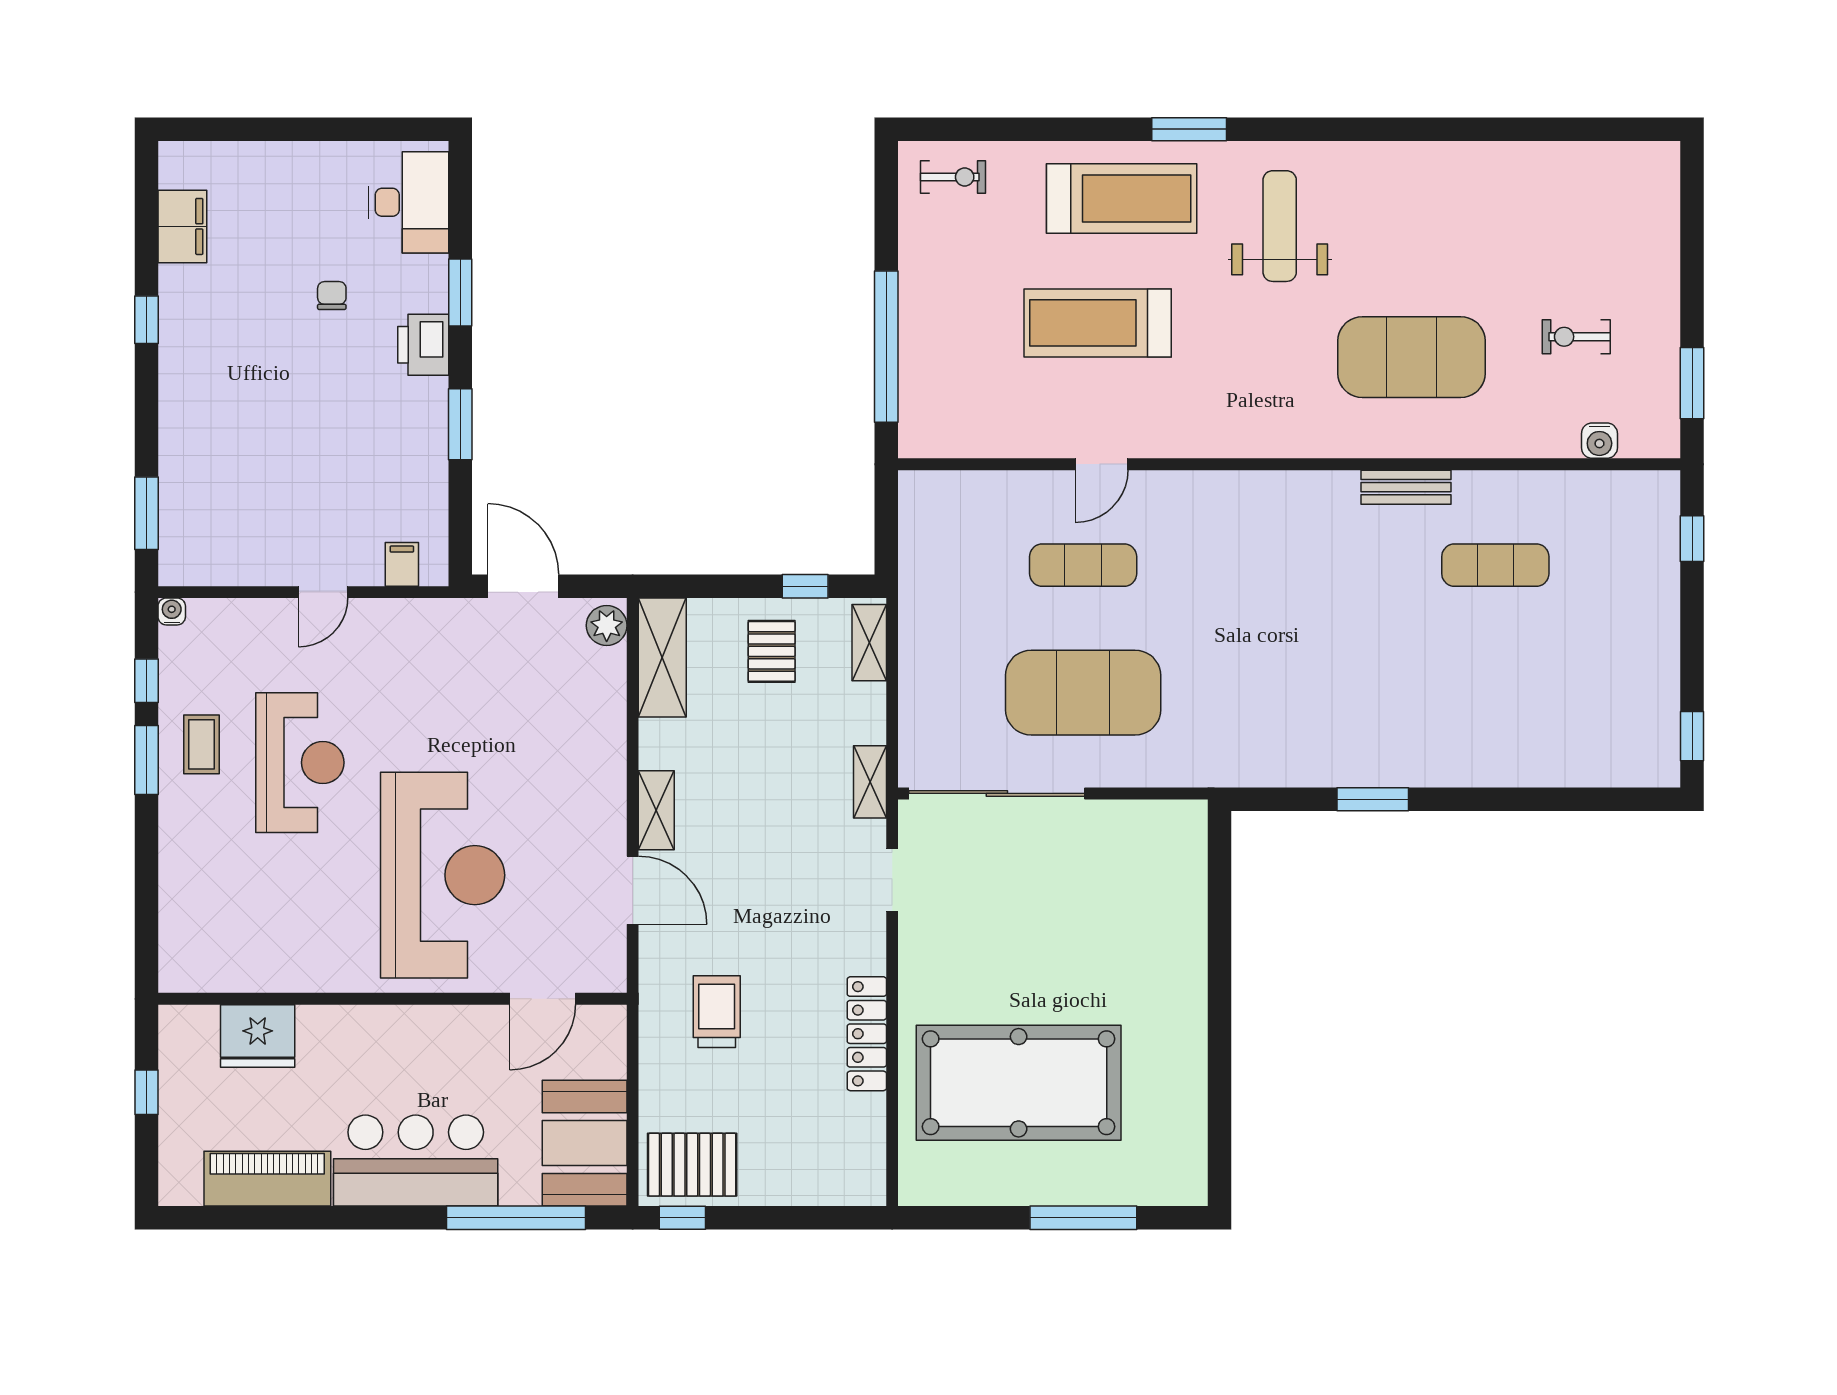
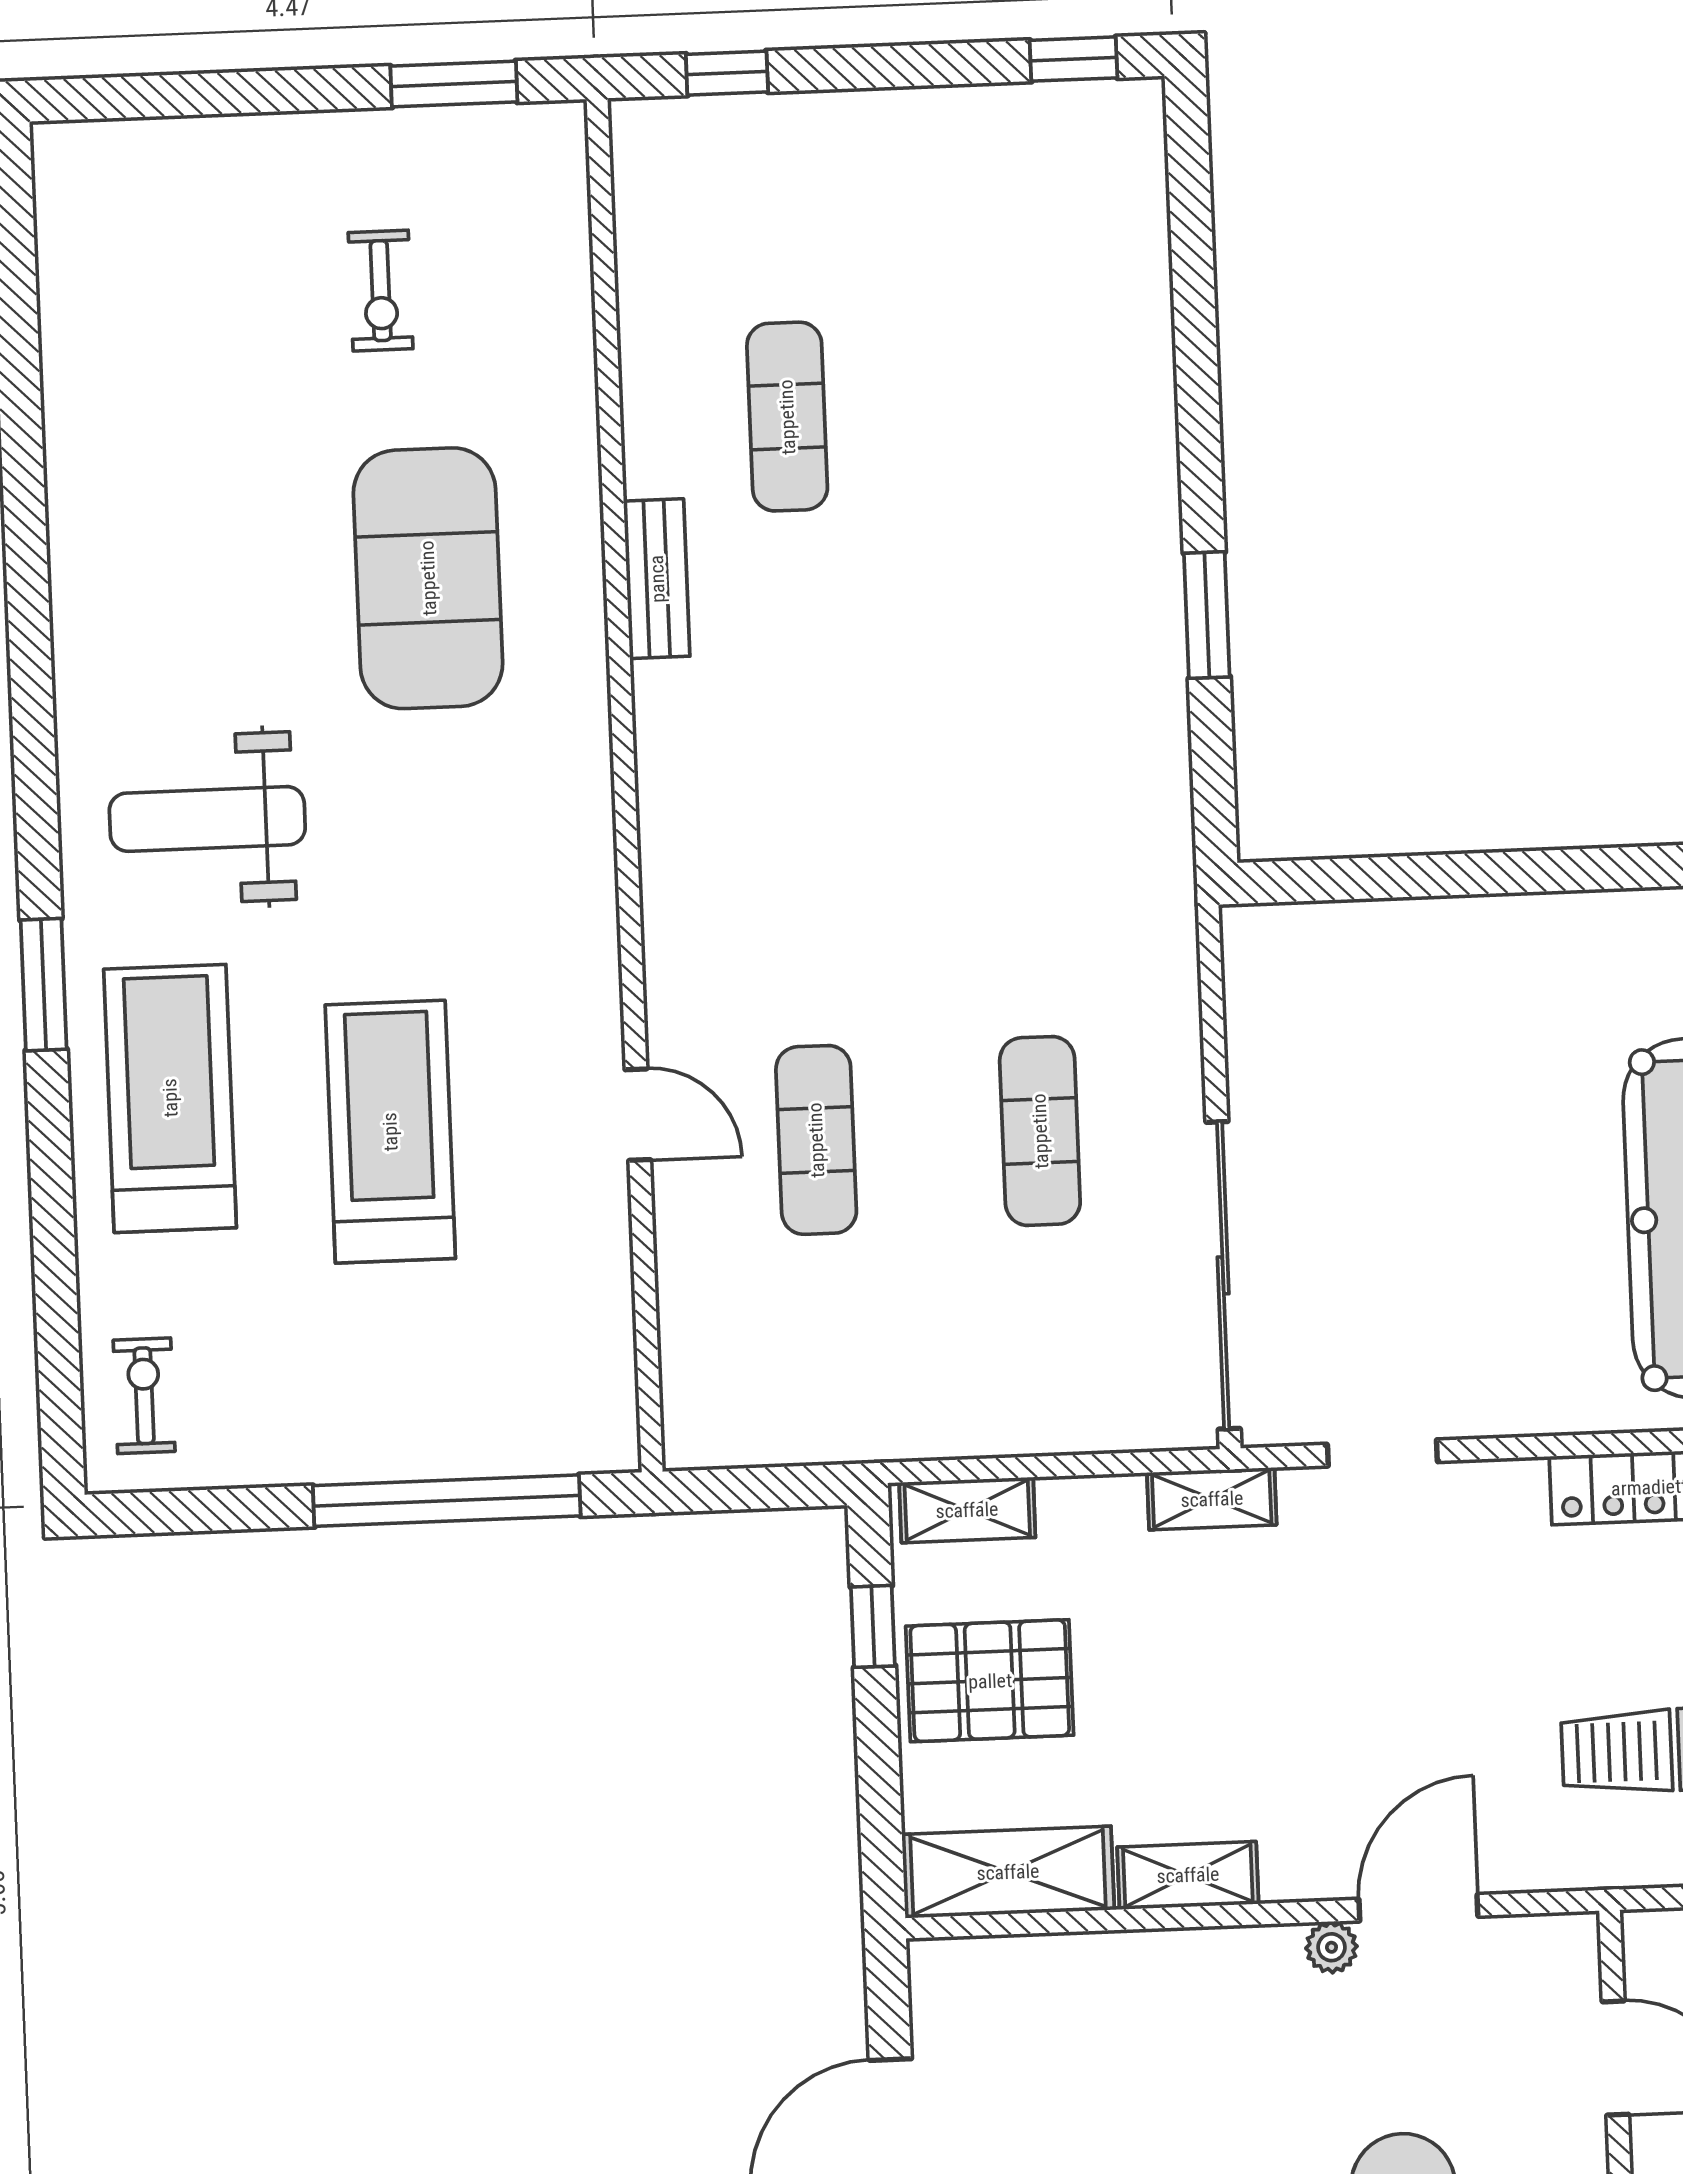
treadmill: (1098, 323) -> (390, 1132), turned 180
water cooler: (1599, 441) -> (561, 243), removed
plant: (607, 625) -> (1331, 1947), moved, width x0.73, depth x0.73
pallet: (772, 651) -> (990, 1681), width x1.50, depth x1.42
exercise mat: (1083, 693) -> (1040, 1131), width x0.50, depth x0.69
shelving: (656, 810) -> (1188, 1875), moved

